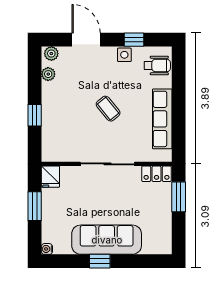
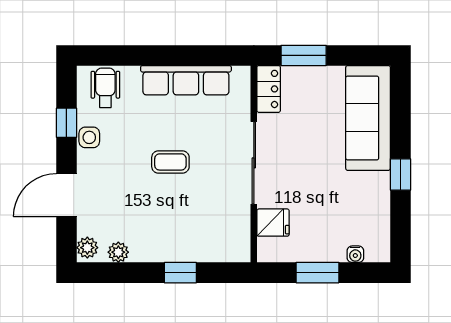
coffee table: (108, 109) -> (170, 162), turned 39
fridge: (50, 177) -> (273, 223), moved
sofa: (107, 240) -> (368, 118), moved
water cooler: (47, 249) -> (355, 254), moved

